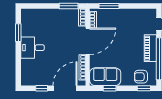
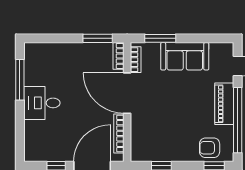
window: (18, 33) -> (20, 80), width x1.44
door: (88, 41) -> (127, 93), swing flipped
sofa: (105, 77) -> (185, 56), moved, turned 180

